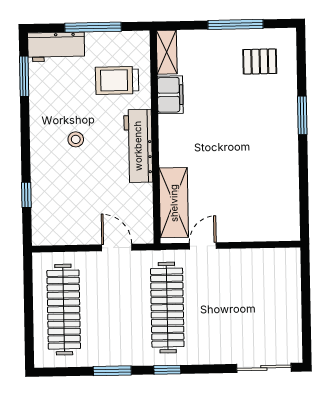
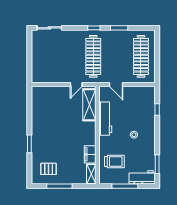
workbench: (138, 146) -> (105, 119), moved

